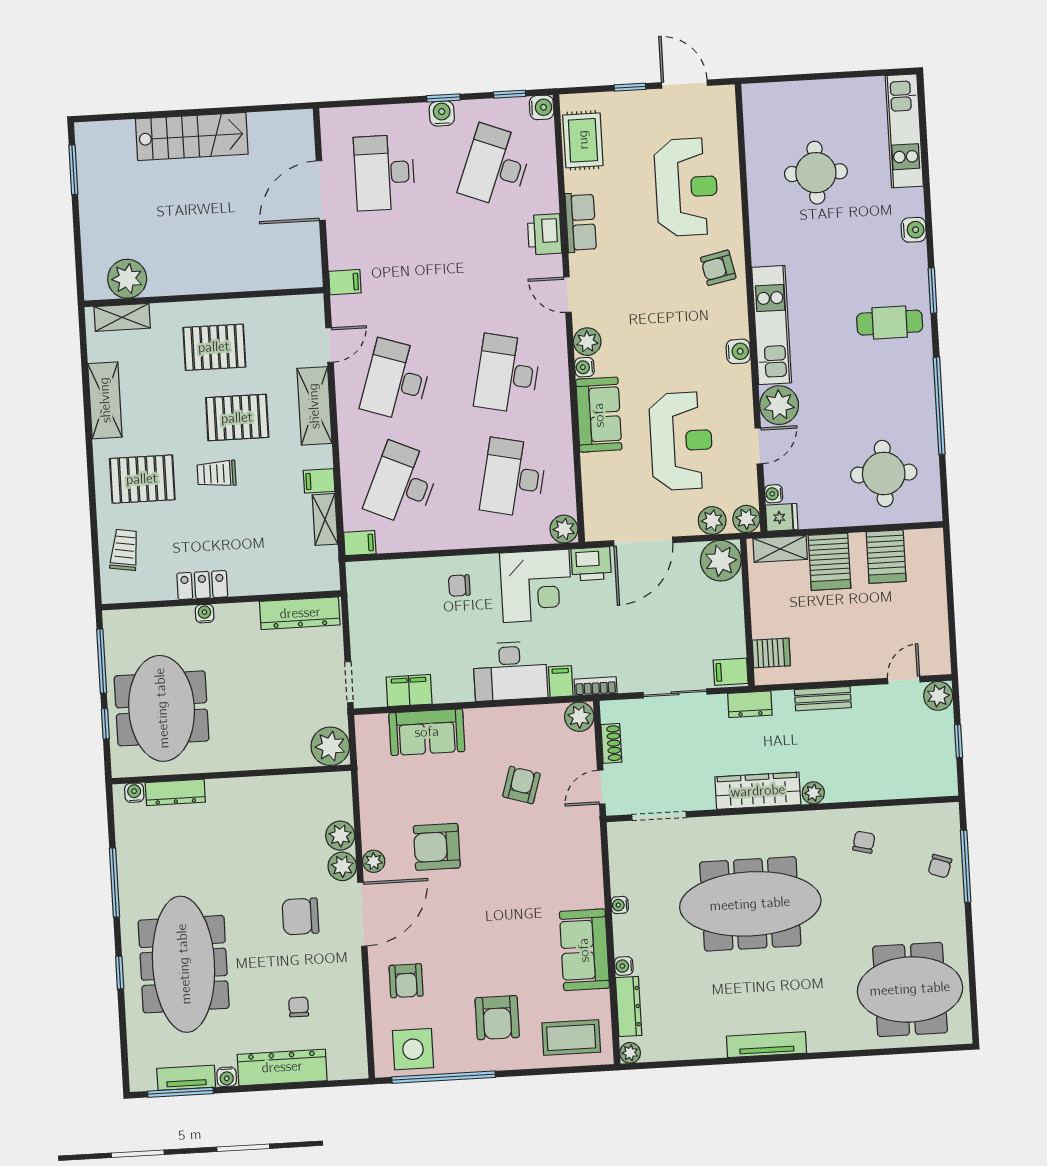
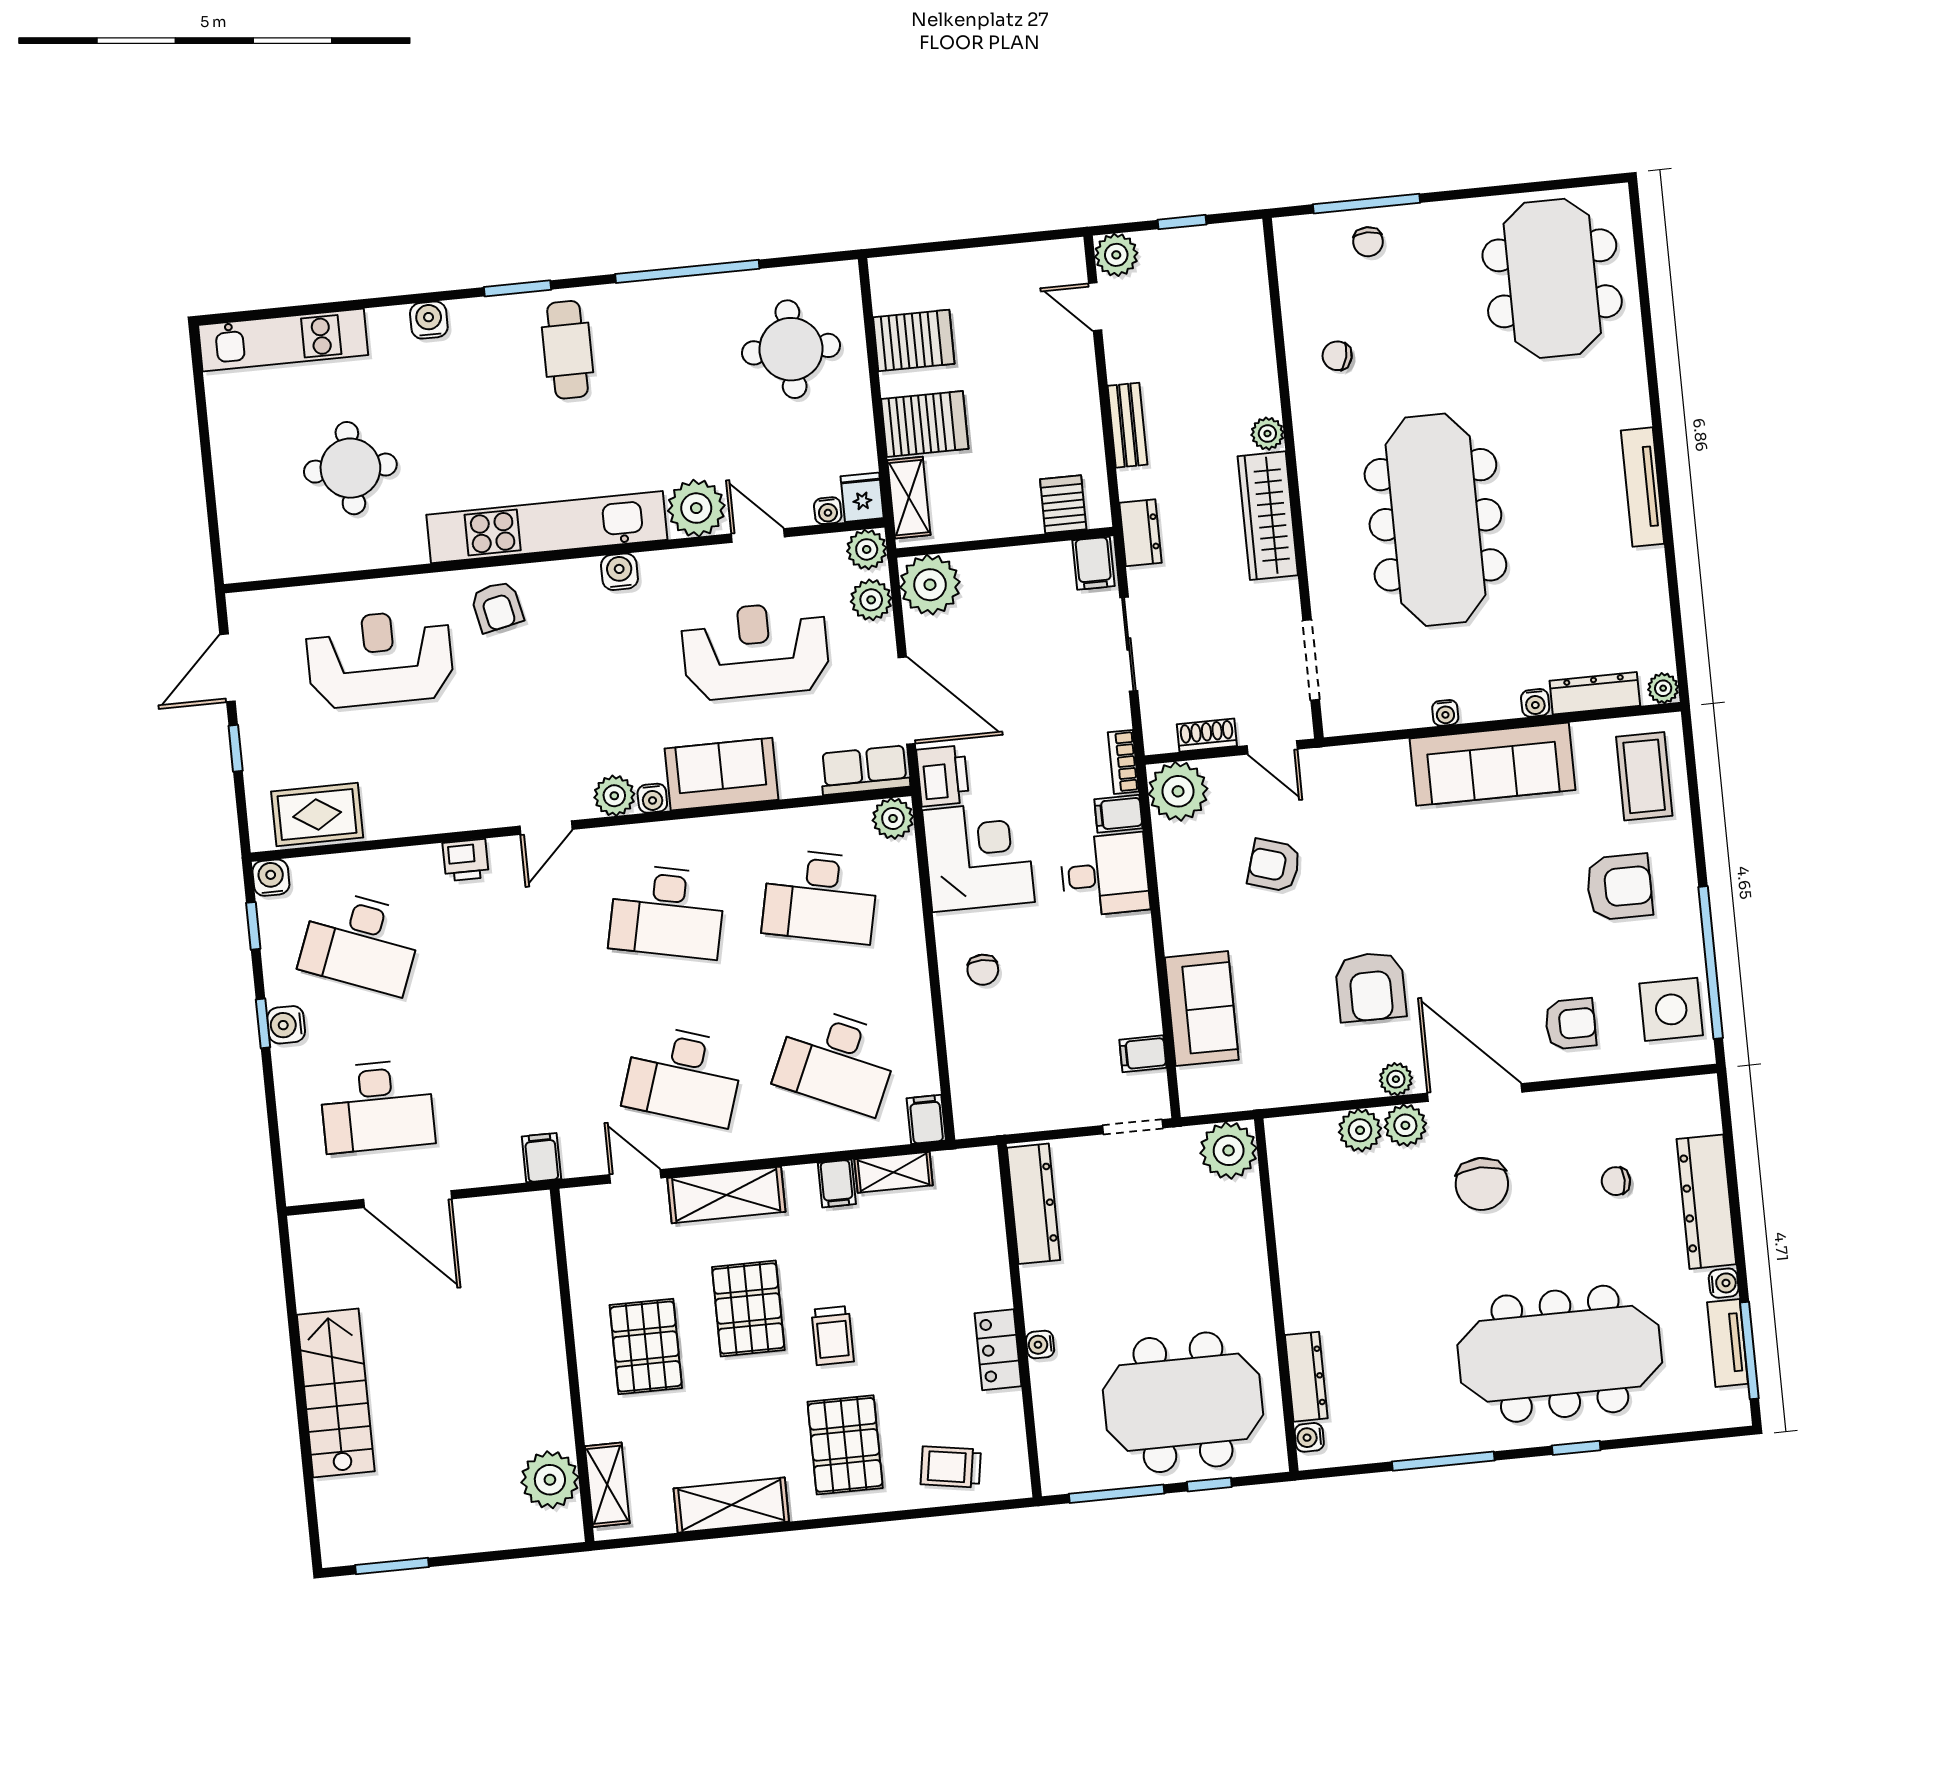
row of seats: (581, 222) -> (865, 770), moved
printer: (545, 234) -> (466, 860), width x0.73, depth x0.81
kitchen unit: (772, 325) -> (547, 527), width x1.36
desk: (510, 671) -> (1105, 875), width x0.73
filing cabinet: (409, 691) -> (1143, 1054), width x0.50
plant: (579, 717) -> (1178, 791), width x1.36, depth x1.36
chair: (940, 866) -> (1368, 242), turned 71
sofa: (584, 950) -> (1493, 764), width x1.36

